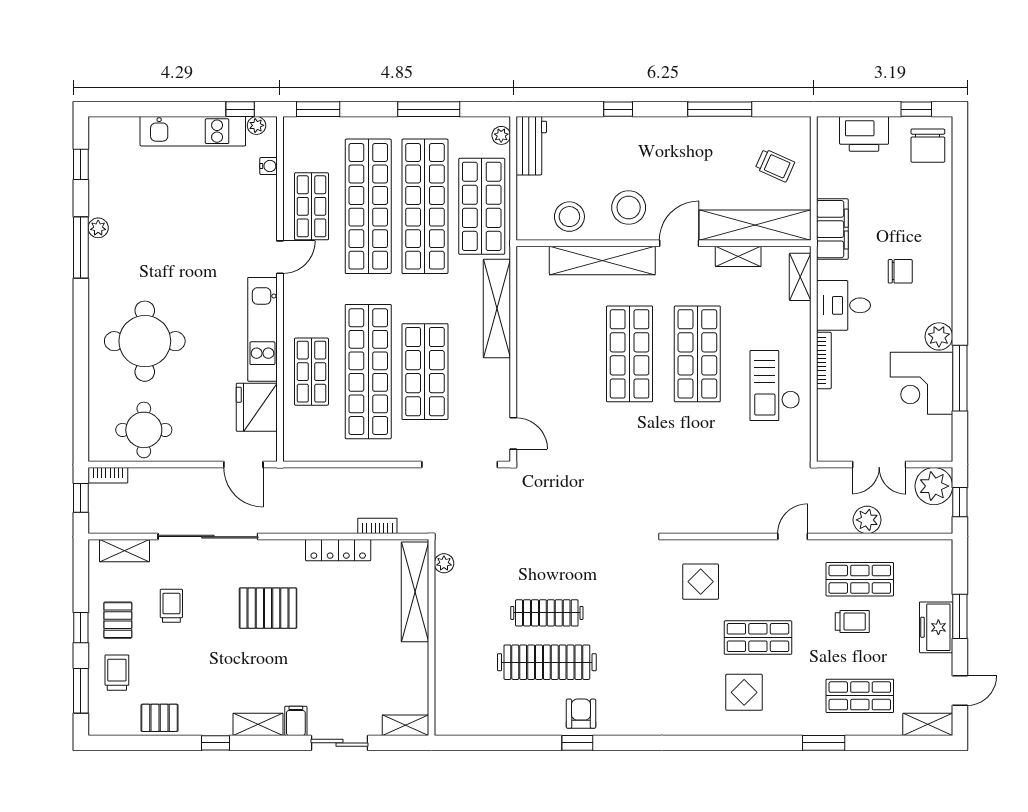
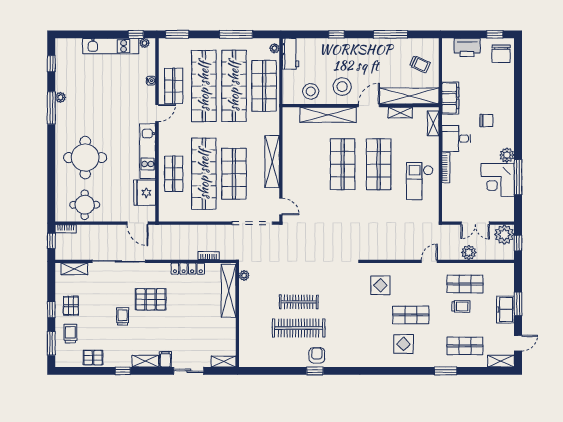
water cooler: (269, 166) -> (151, 81), moved
shelving: (497, 309) -> (272, 162), moved
trolley: (171, 606) -> (123, 316), moved

